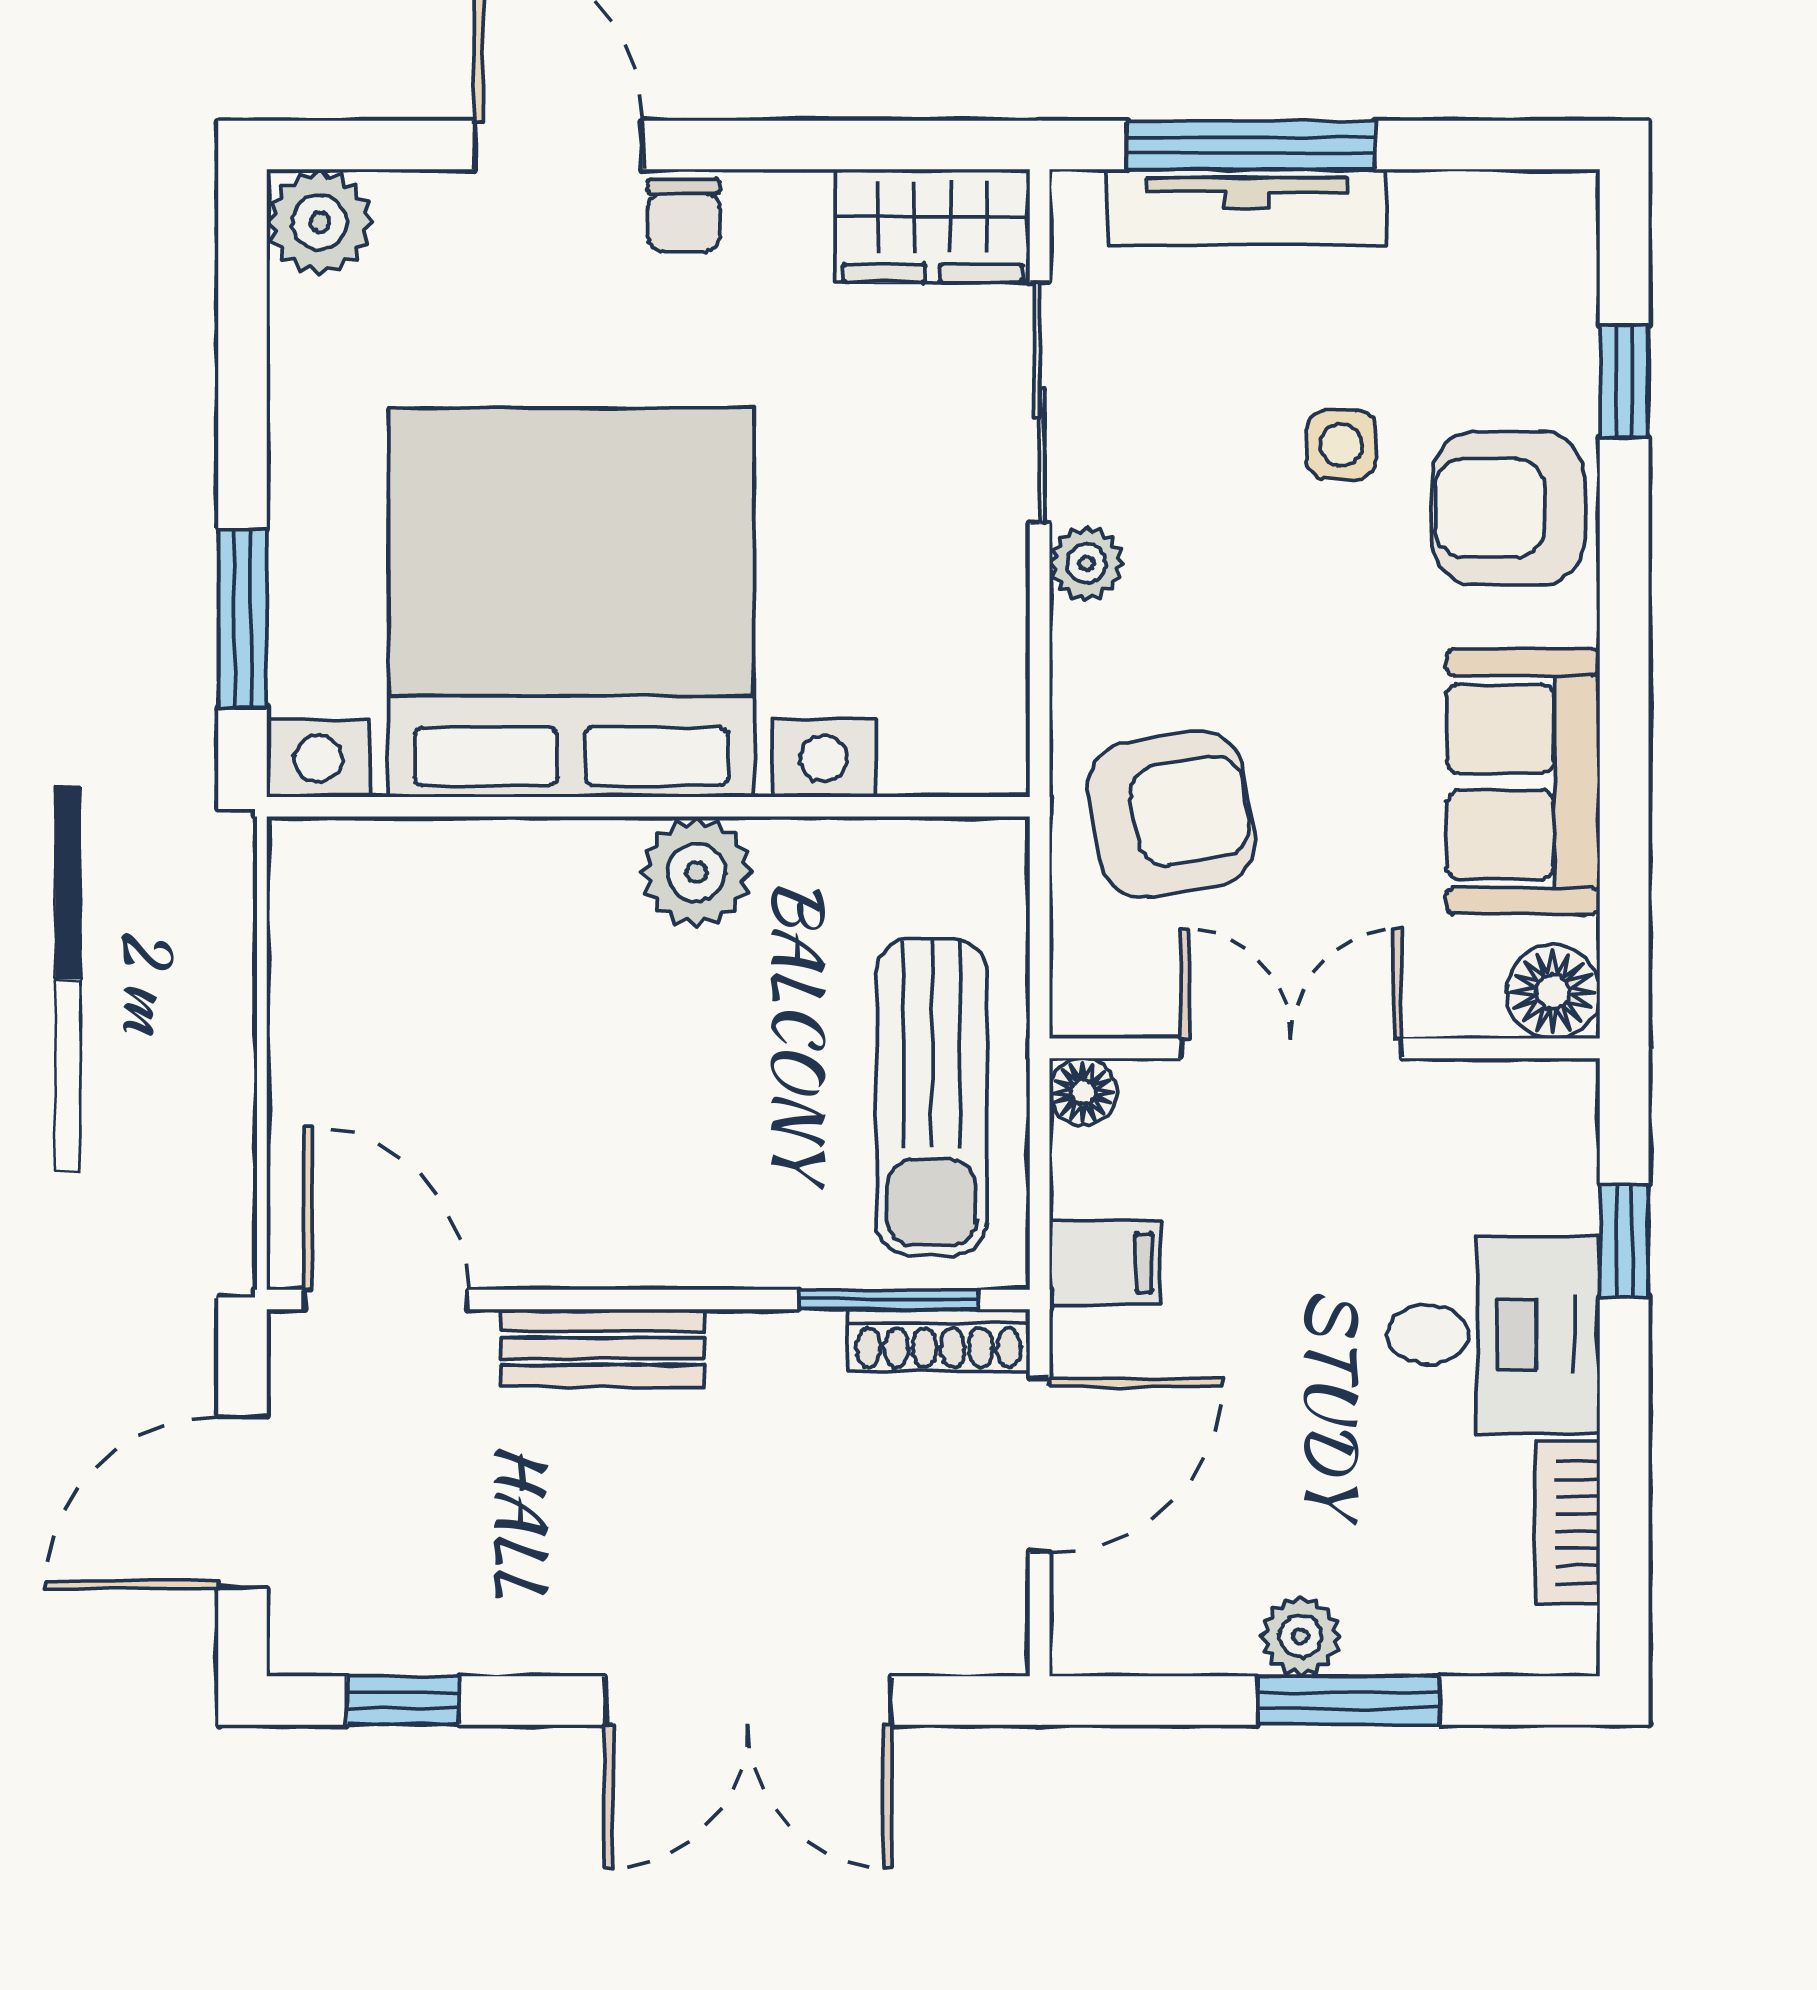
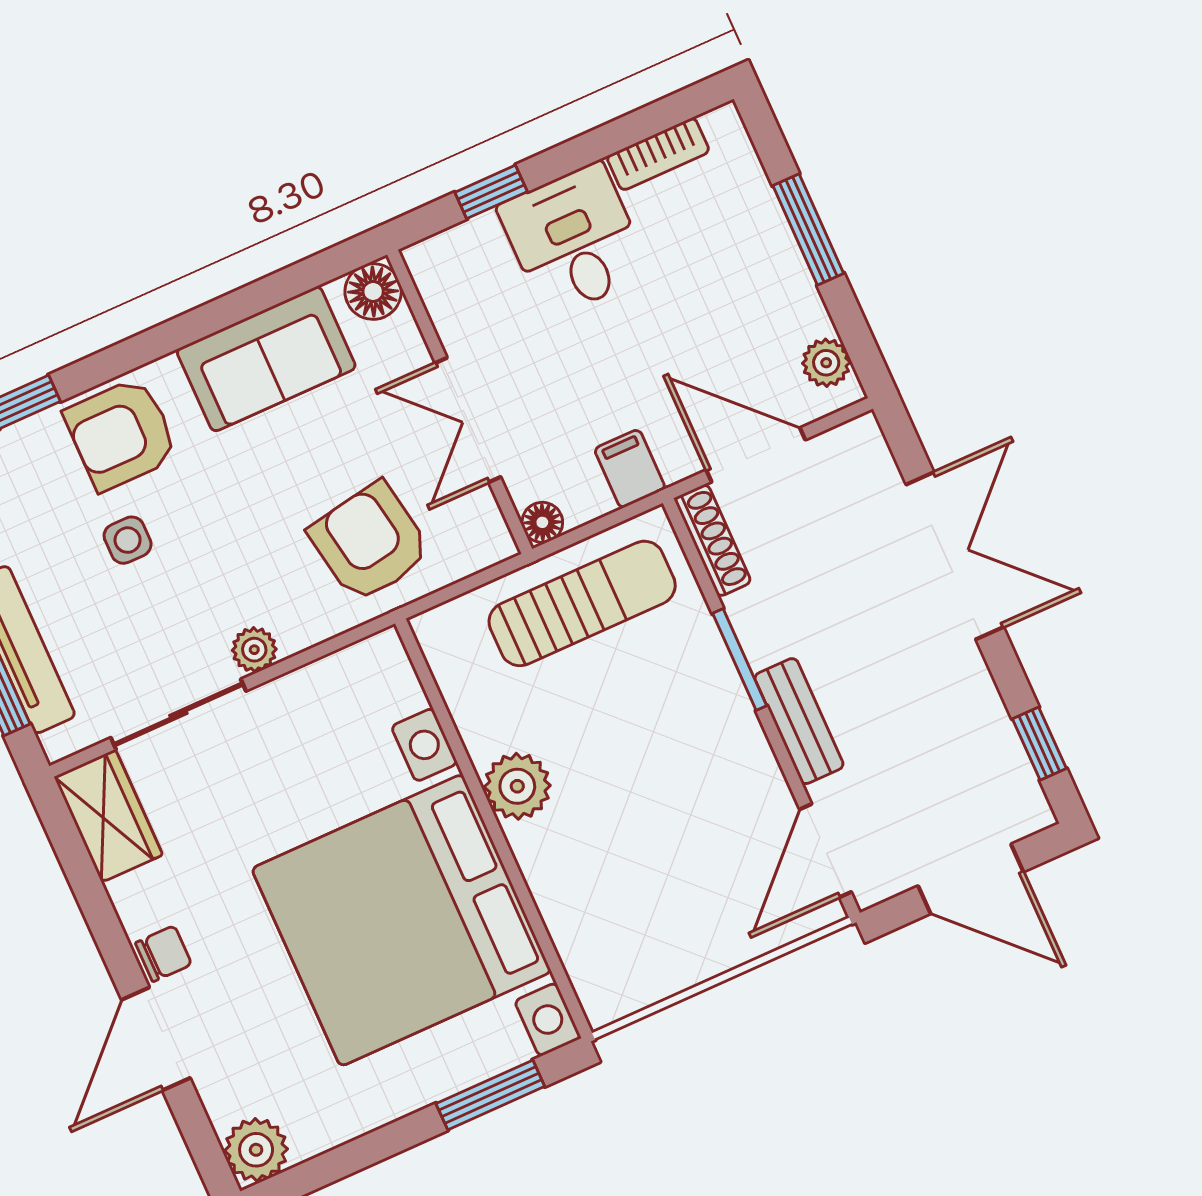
armchair: (1508, 508) -> (121, 434), turned 90
window: (889, 1300) -> (740, 660), moved
plant: (1301, 1636) -> (826, 363), moved

